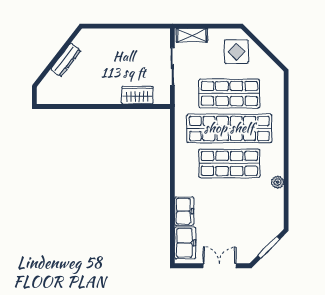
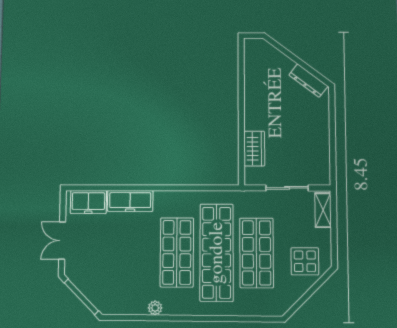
dresser: (66, 60) -> (308, 81), moved
freezer: (184, 211) -> (130, 201), width x1.40
window: (269, 248) -> (81, 297), width x1.44
double door: (220, 266) -> (62, 241), swing flipped

